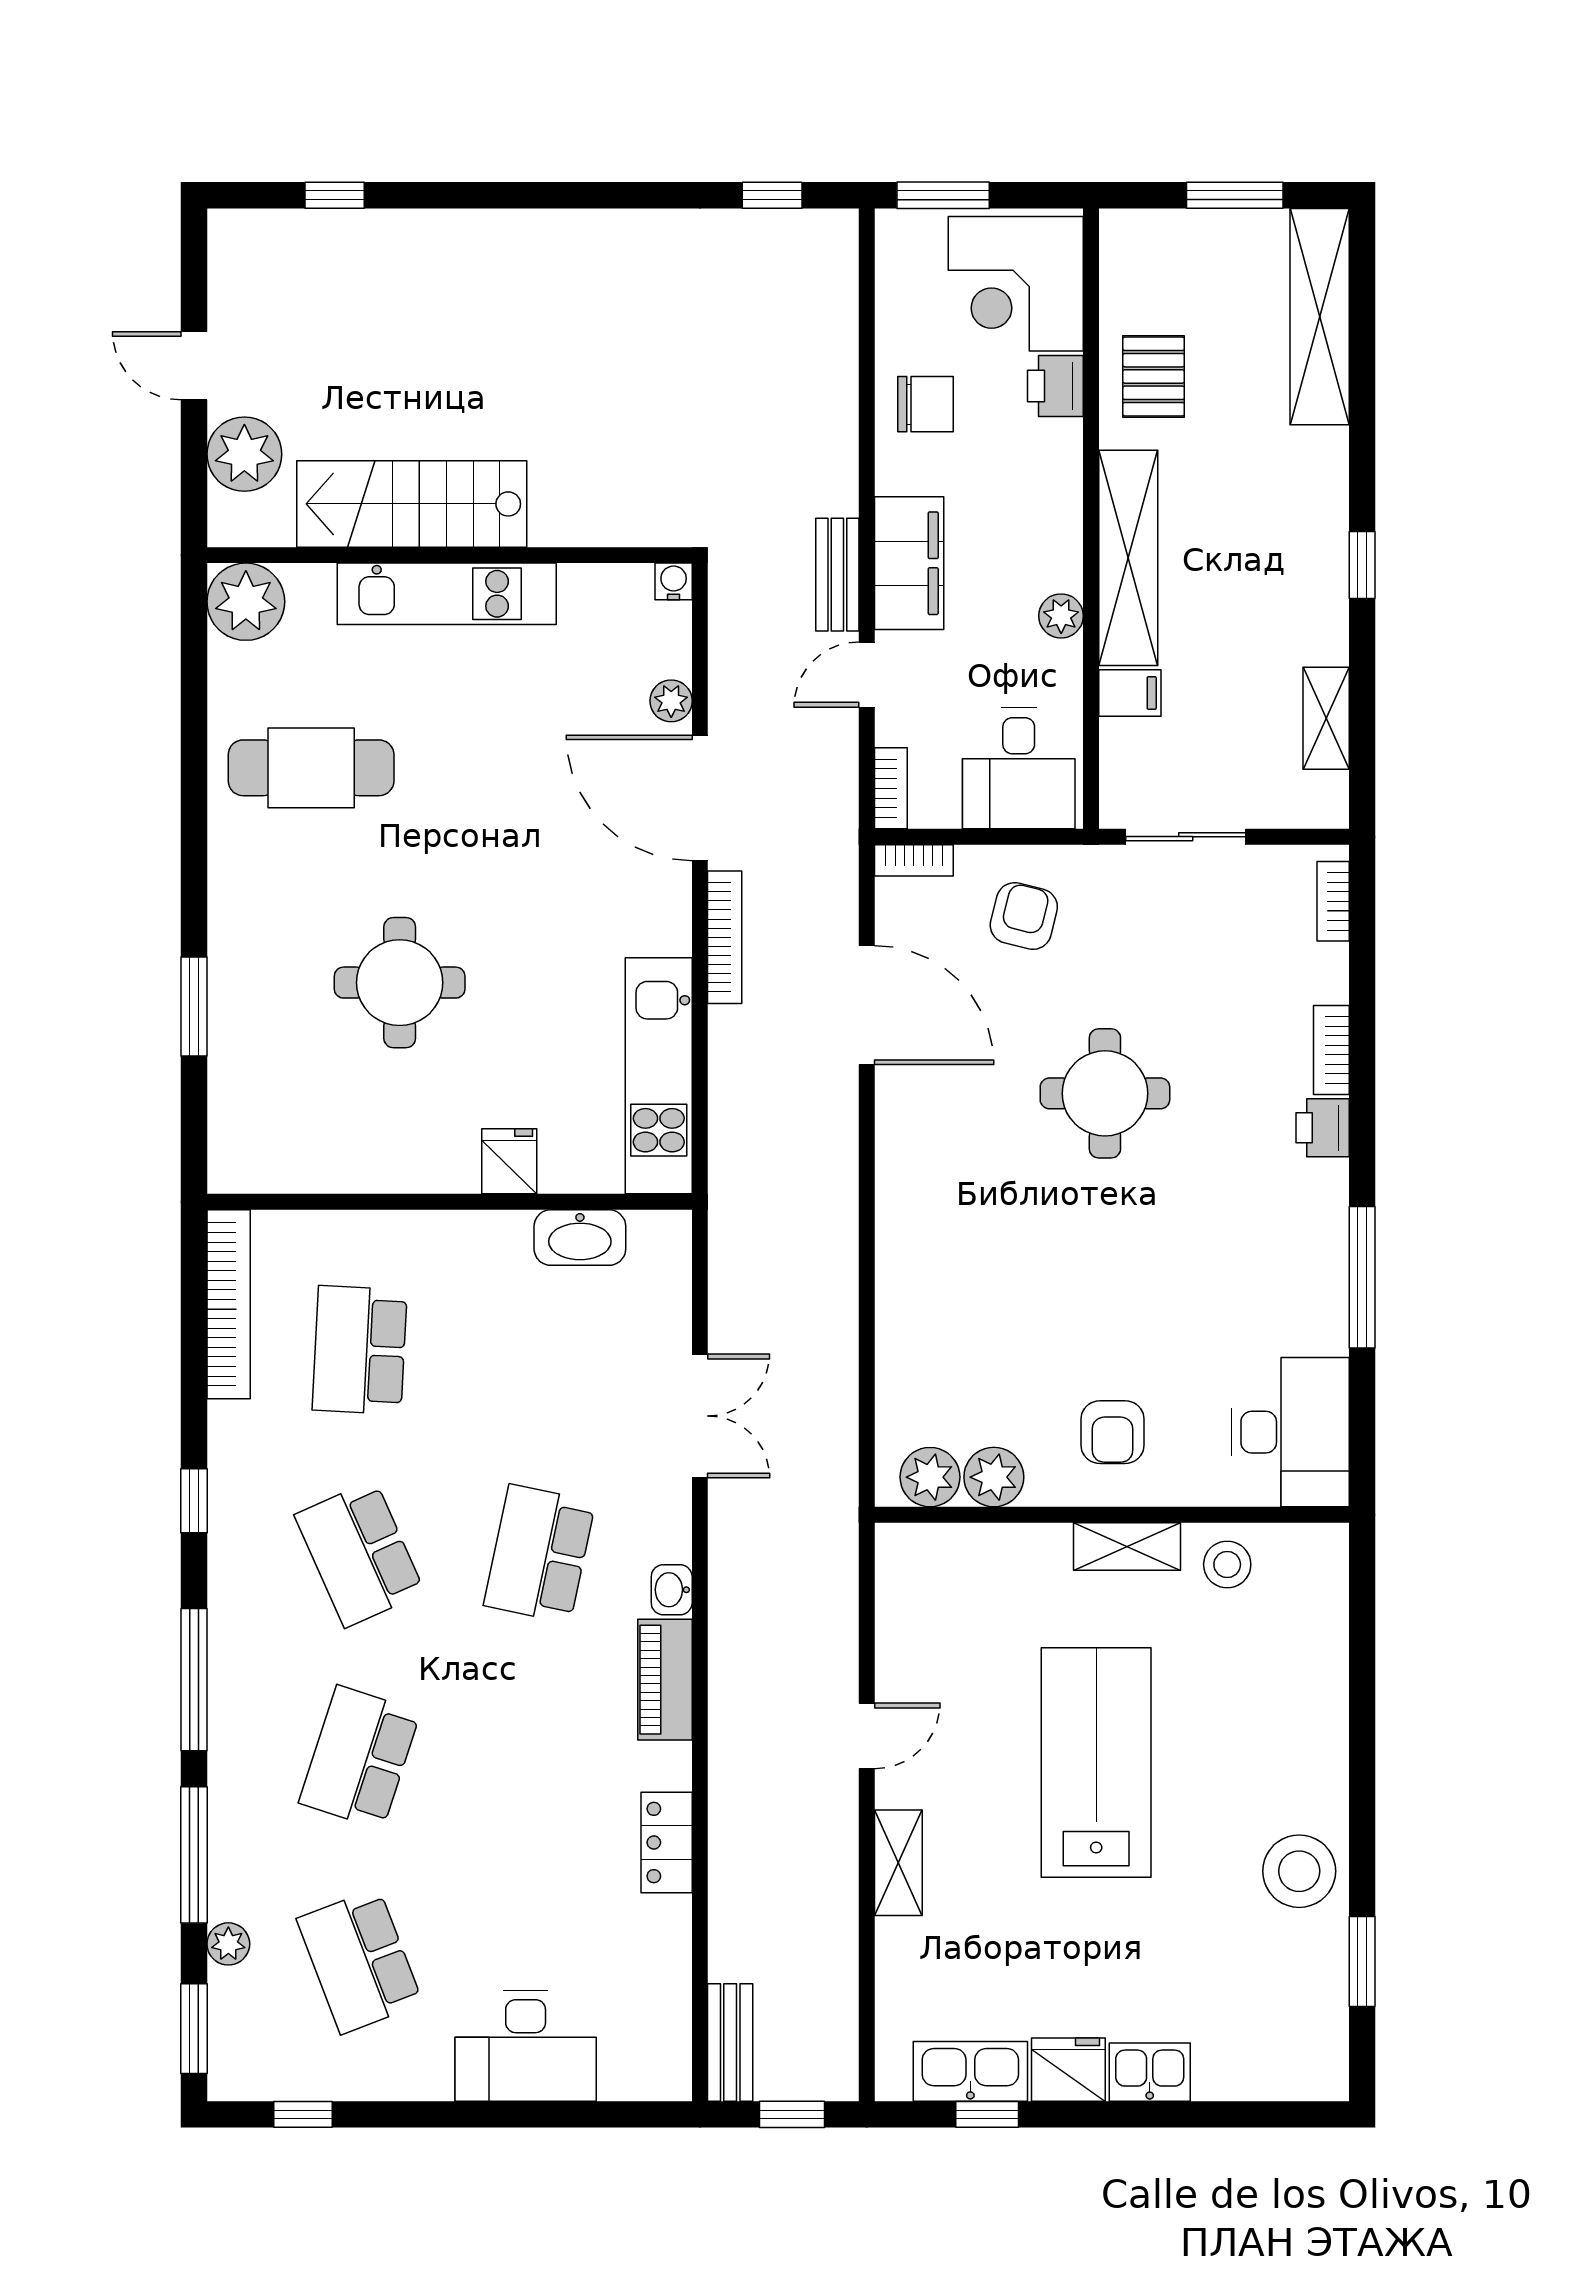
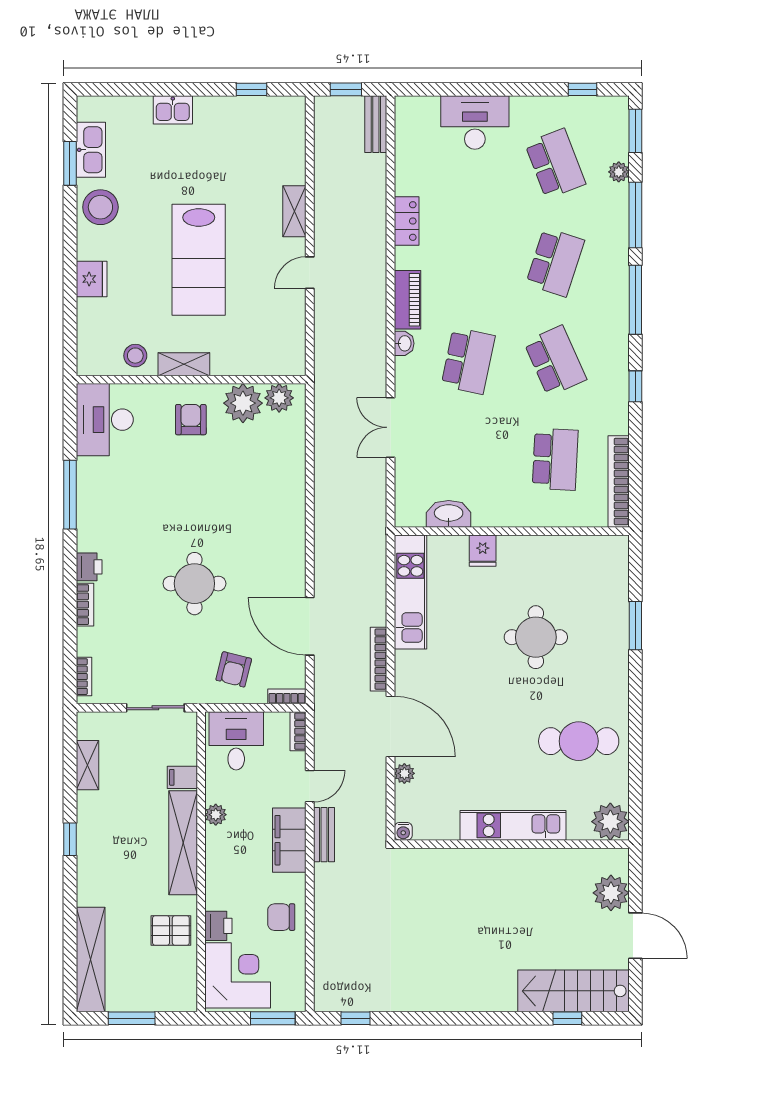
door: (194, 366) -> (635, 936), width x1.38
pallet: (1154, 376) -> (171, 931), turned 90
stairs: (412, 504) -> (573, 991), moved, turned 180
plant: (994, 1477) -> (243, 403), width x1.36, depth x1.36
fridge: (1068, 2070) -> (92, 279), moved, turned -90
kitchen sink: (970, 2071) -> (91, 150), moved, turned -90

